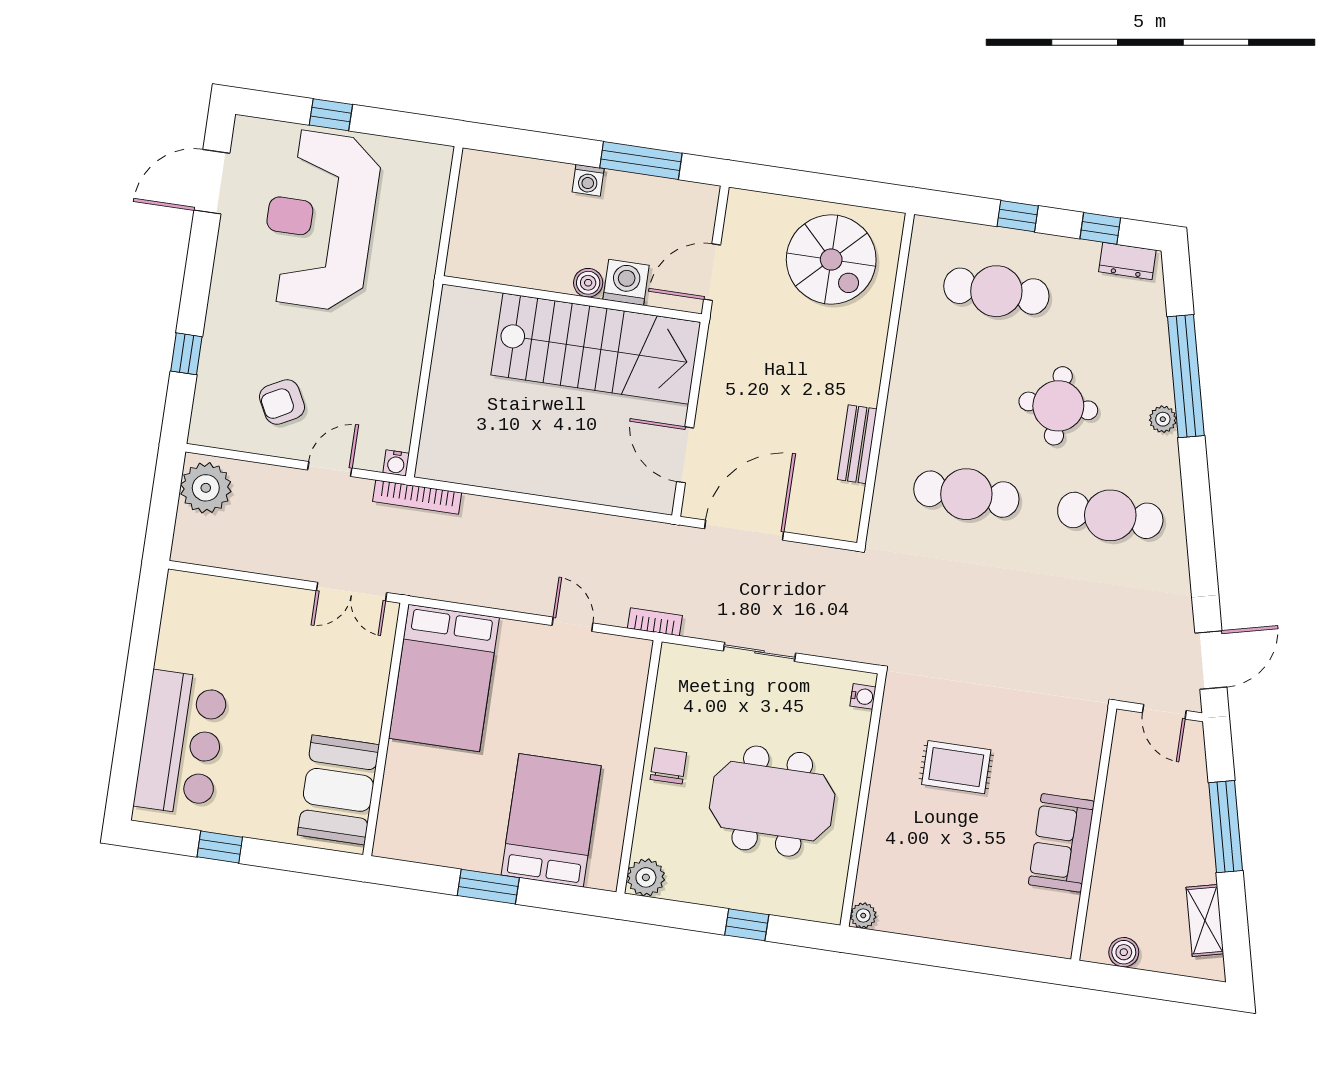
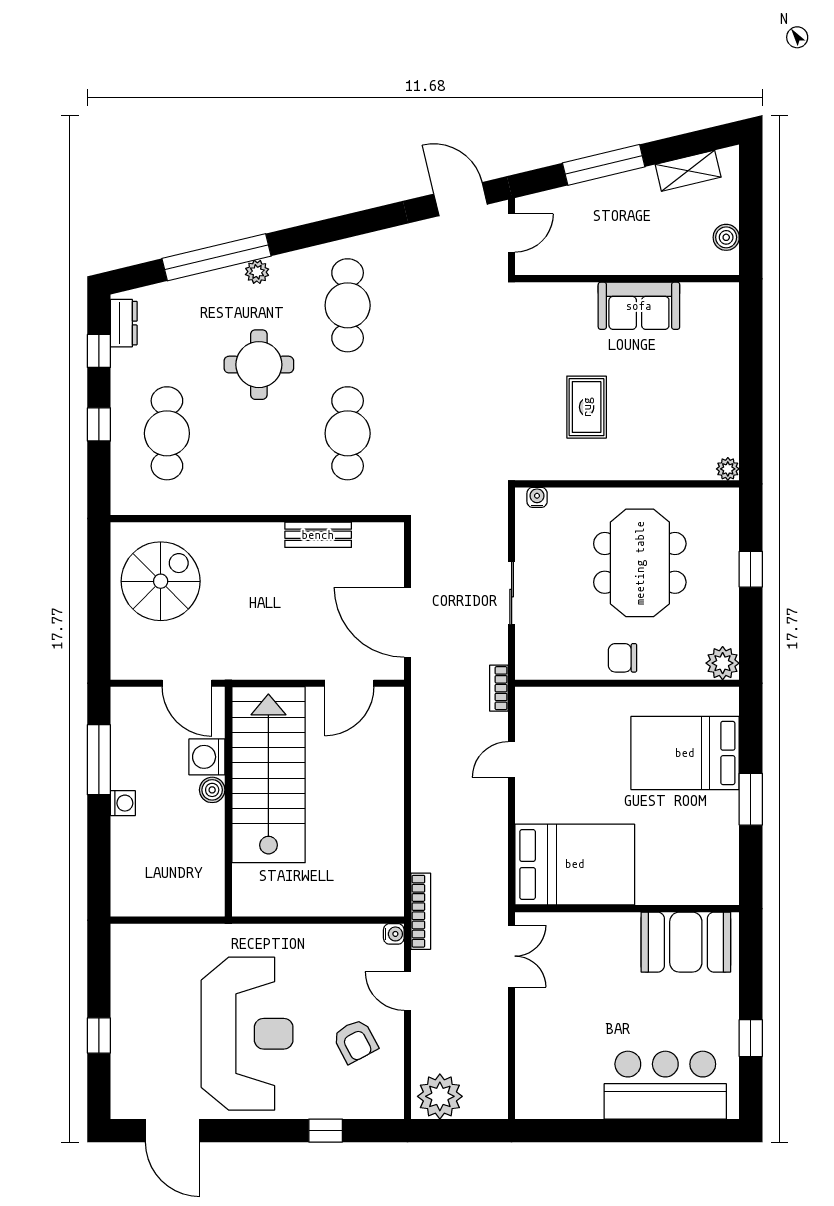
reception desk: (320, 220) -> (247, 1034), moved, turned -90

